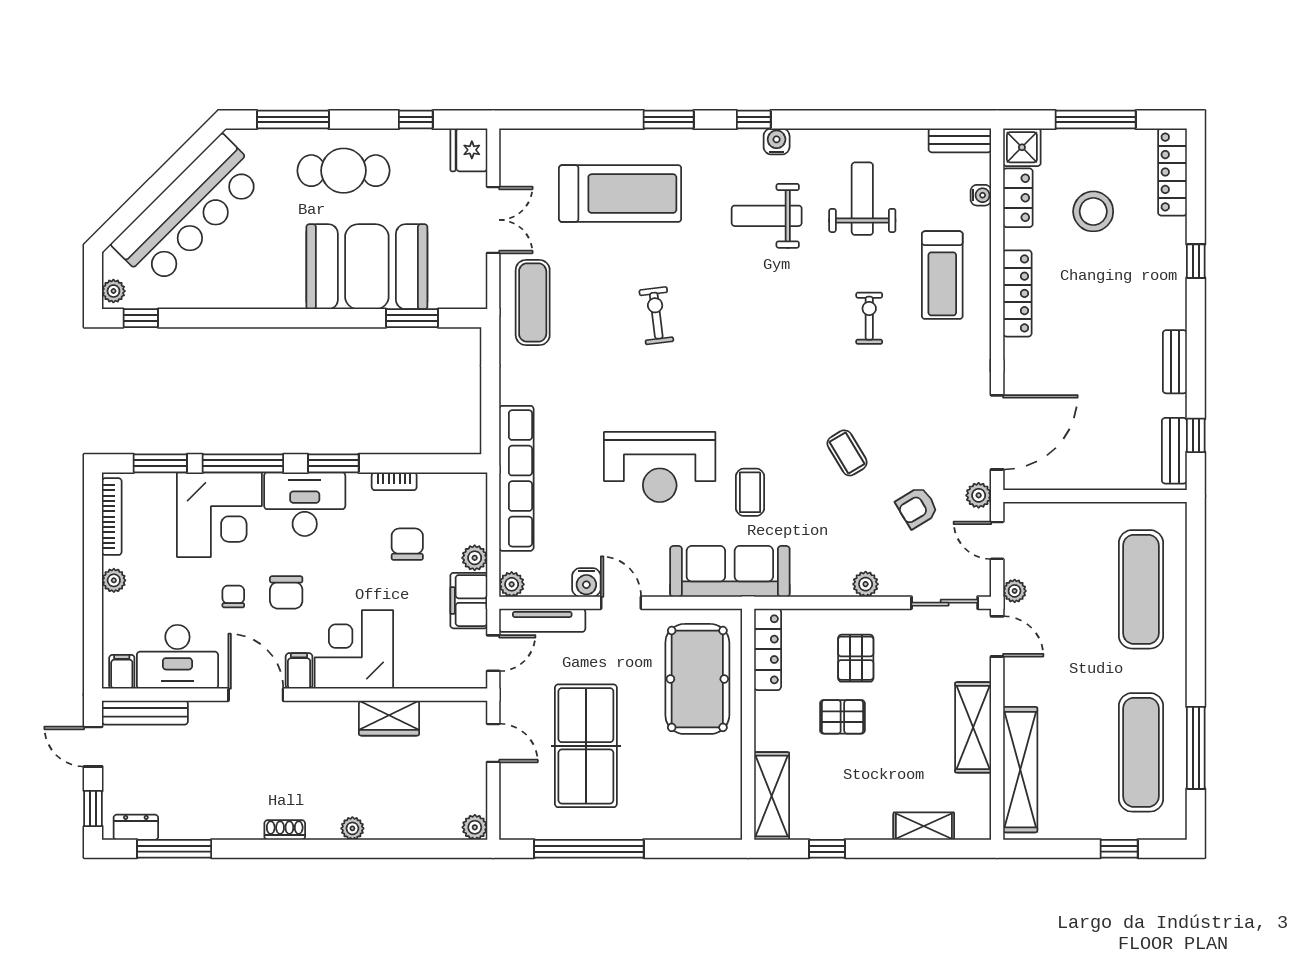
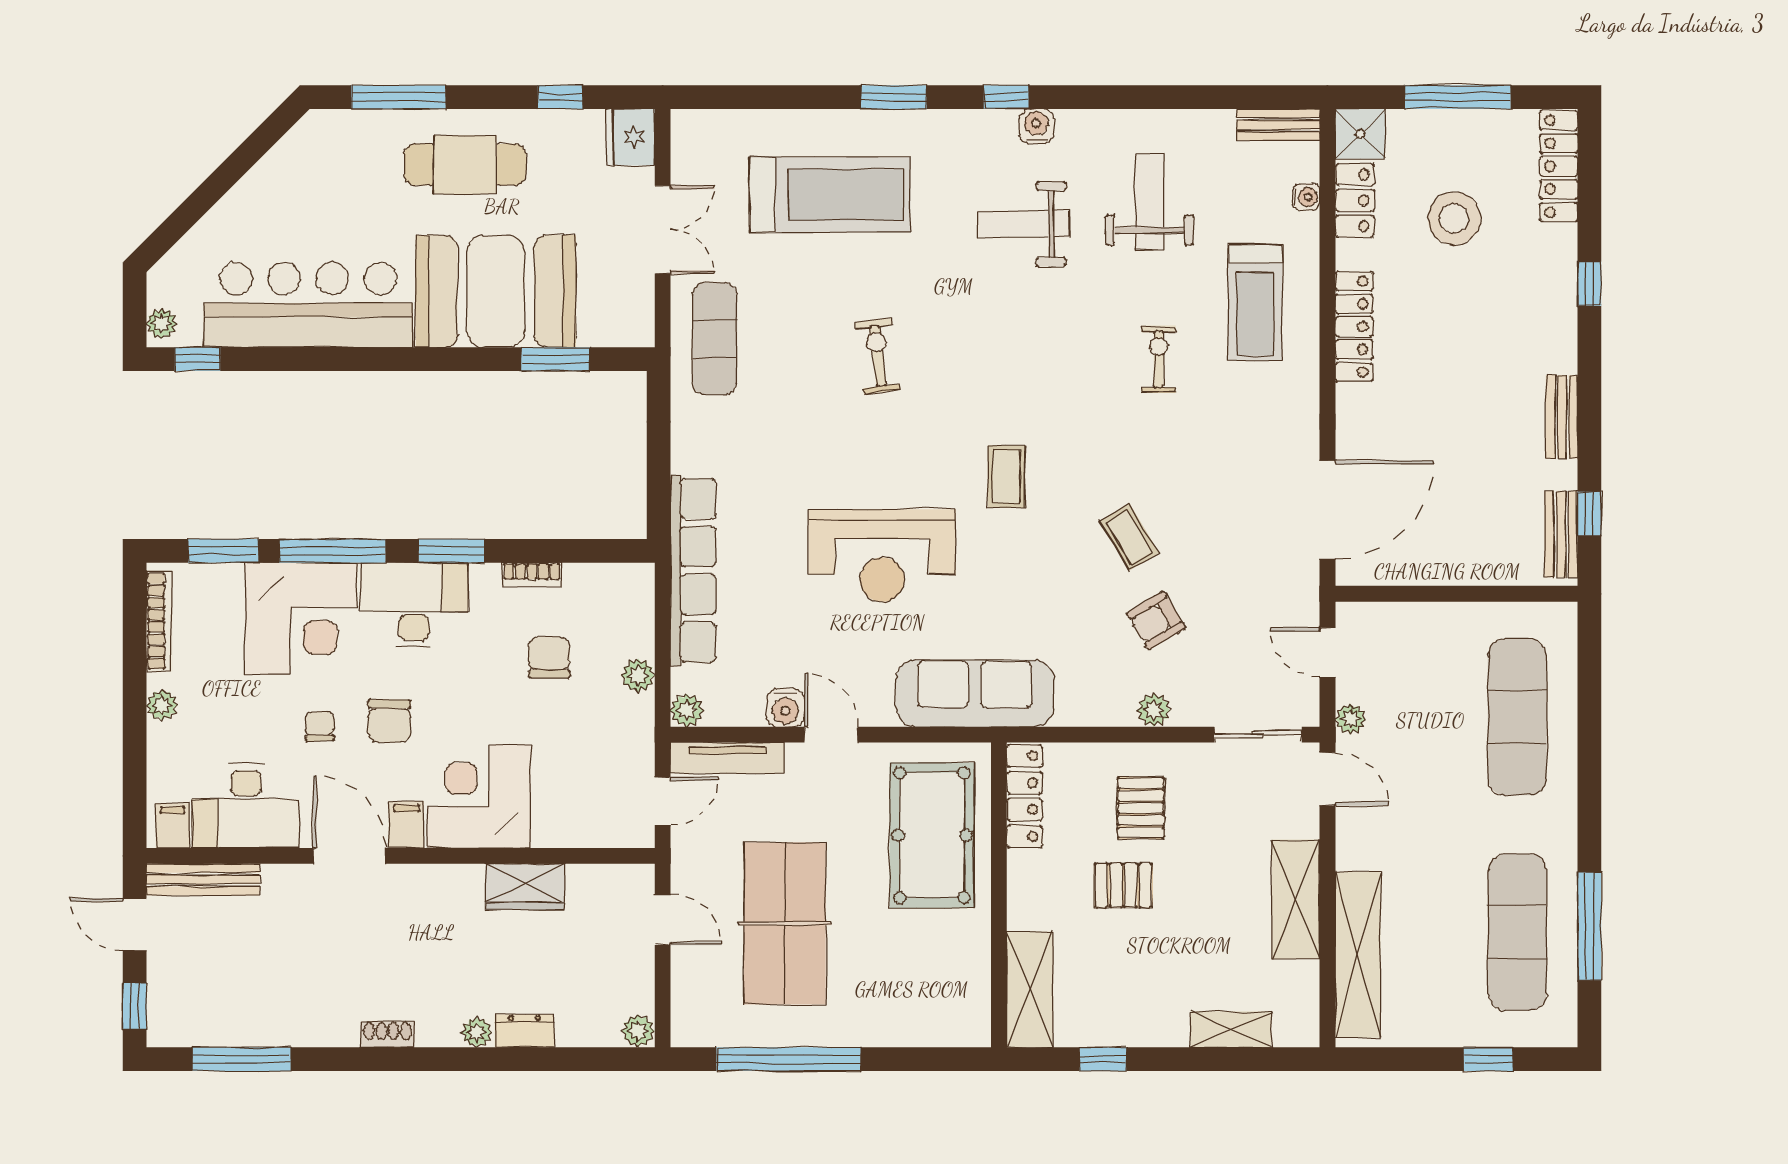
bar counter: (189, 211) -> (308, 305), moved, turned -135
coffee table: (750, 492) -> (1006, 477), moved
plant: (979, 495) -> (1303, 593), removed
armchair: (917, 507) -> (1156, 621), moved
filing cabinet: (469, 601) -> (630, 732), removed
dresser: (136, 827) -> (524, 1031), moved

